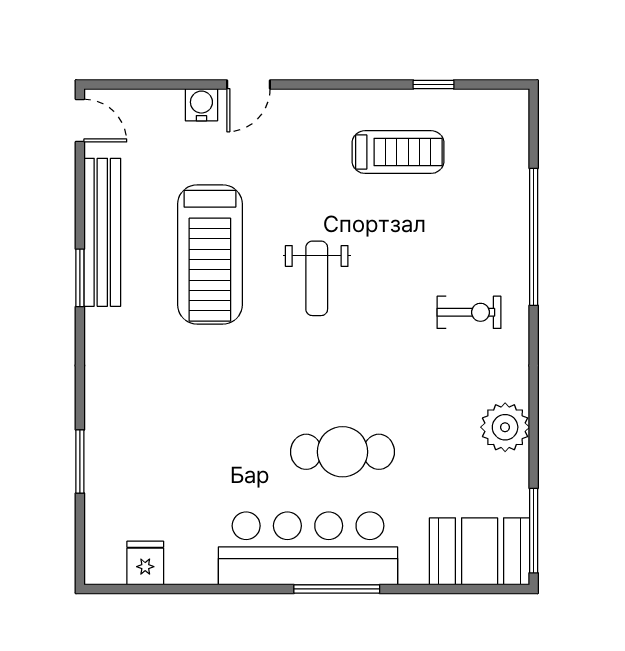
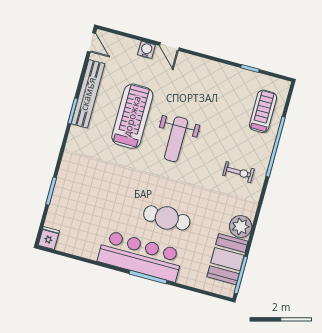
door: (248, 84) -> (169, 47), hinge flipped
treadmill: (398, 152) -> (263, 111), moved, turned -90
treadmill: (210, 254) -> (132, 116), turned 180
weight bench: (317, 278) -> (176, 139), width x1.36, depth x1.33
booth: (480, 551) -> (227, 259), moved, turned 90
fridge: (145, 563) -> (49, 238), moved

